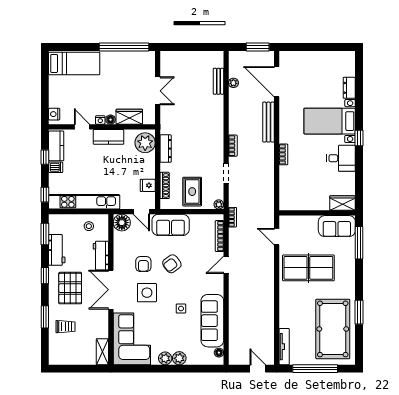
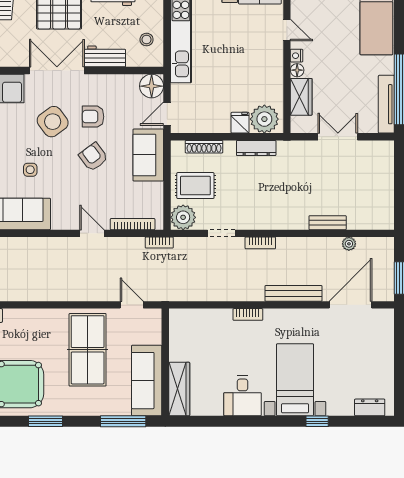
tv unit: (135, 56) -> (386, 104), added
bench: (218, 81) -> (328, 223), moved
dresser: (349, 88) -> (370, 407), moved
double door: (158, 91) -> (338, 137), swing flipped
door: (82, 127) -> (287, 30), hinge flipped
kitchen counter: (109, 137) -> (273, 67), removed
window: (359, 138) -> (317, 421), moved
fridge: (148, 185) -> (240, 123), moved
wardrobe: (343, 203) -> (179, 389), width x1.50
plant: (219, 204) -> (183, 217), width x1.88, depth x1.88
sofa: (337, 226) -> (147, 381), width x1.36
door: (277, 237) -> (132, 305), hinge flipped
side table: (147, 293) -> (53, 122), turned -36
window: (359, 312) -> (46, 421), moved

